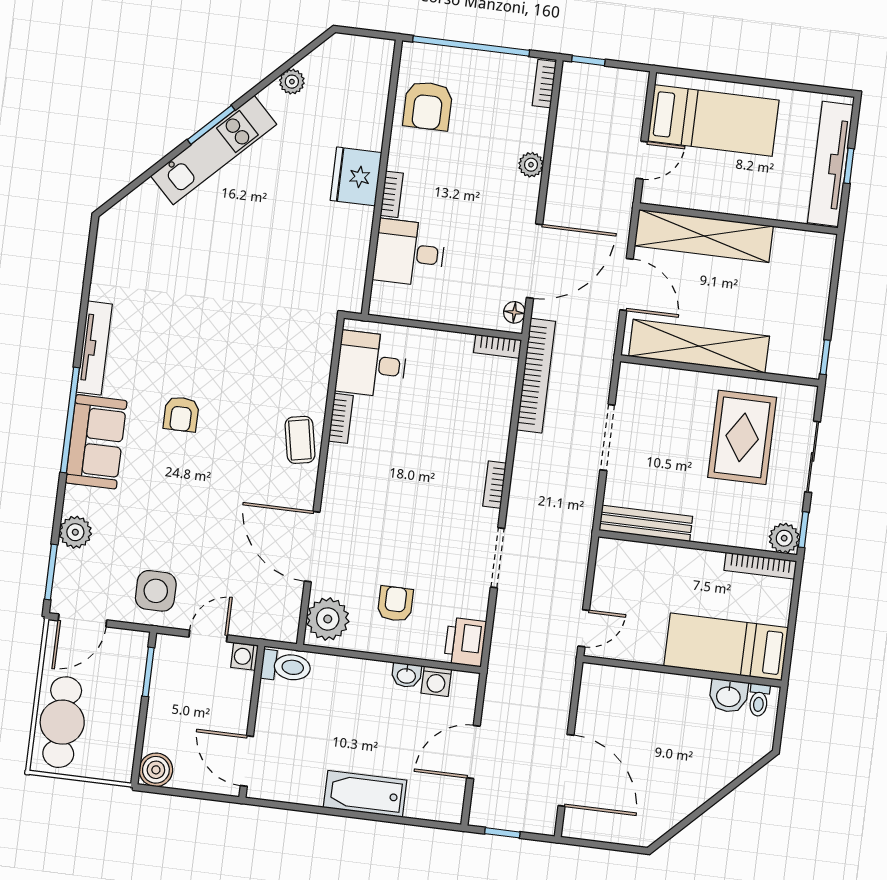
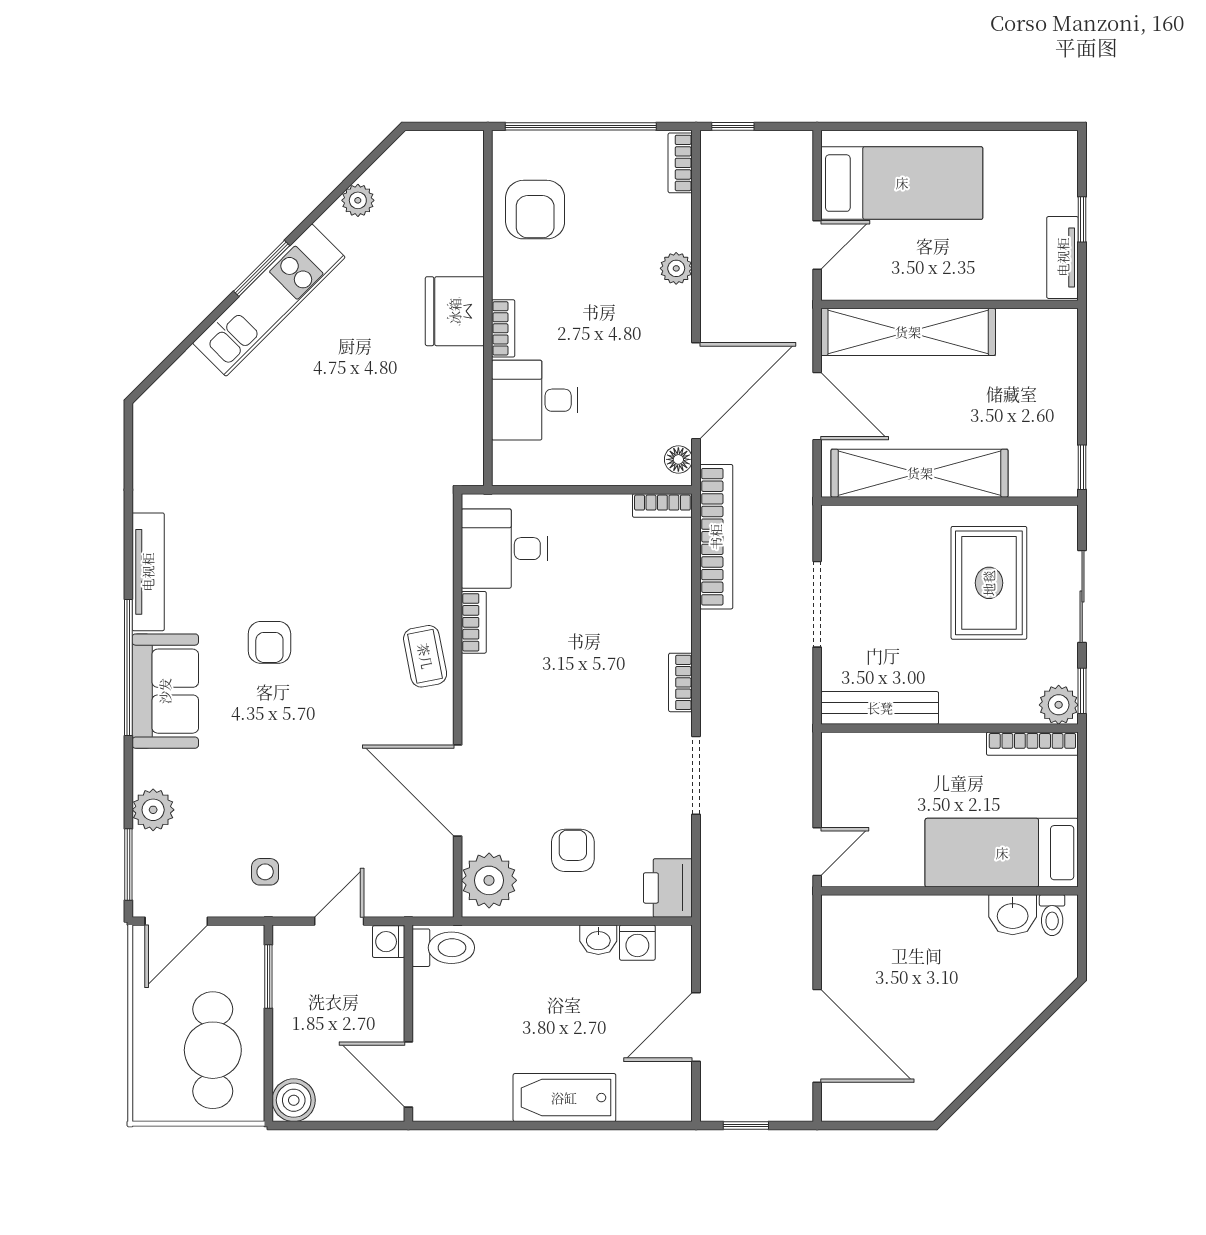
tv unit: (830, 164) -> (1063, 257), width x0.52, depth x0.78
side table: (156, 591) -> (265, 872), width x0.54, depth x0.54
cafe table: (62, 722) -> (213, 1050), moved

